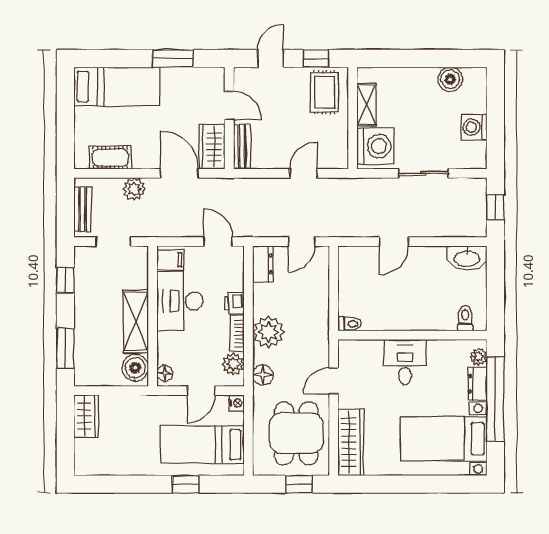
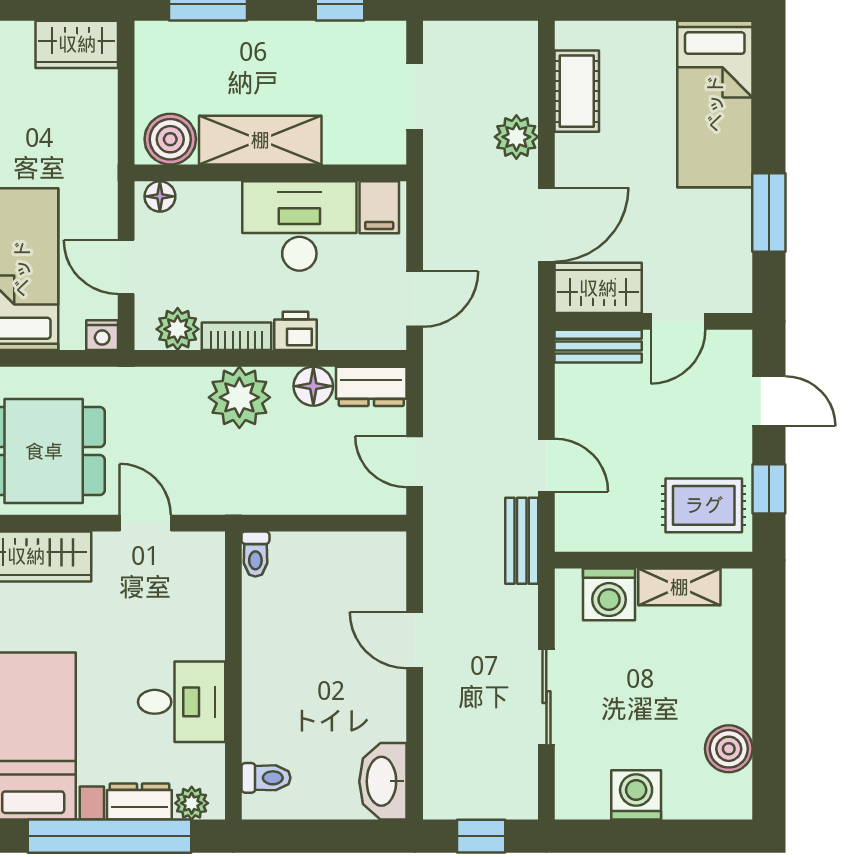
washing machine: (375, 146) -> (609, 594), width x0.73, depth x0.73
bench: (82, 209) -> (522, 541), moved, turned 90
desk: (405, 362) -> (182, 702), moved
floor lamp: (263, 375) -> (313, 386), moved

